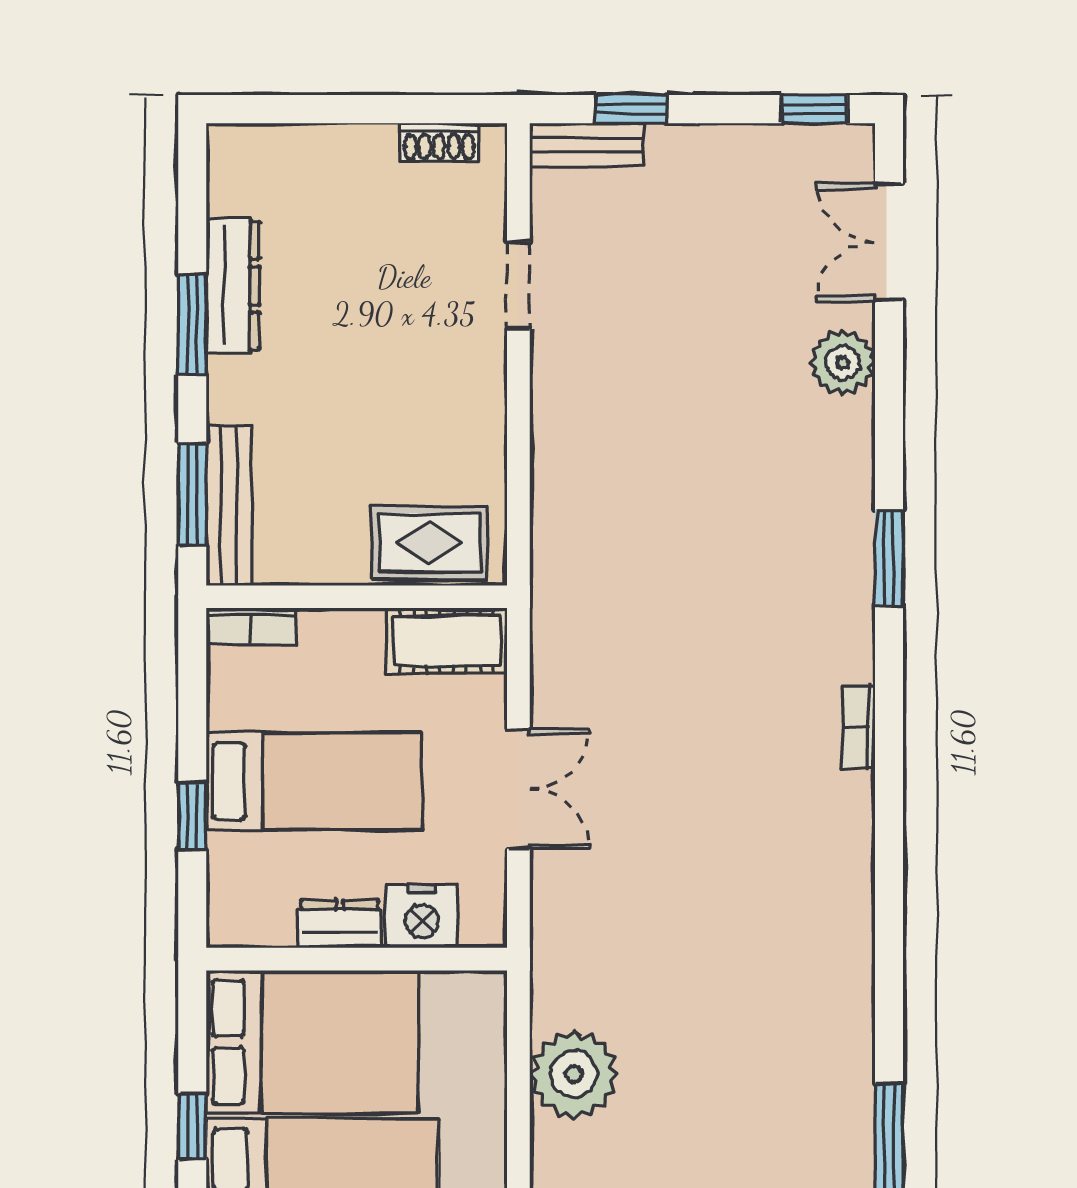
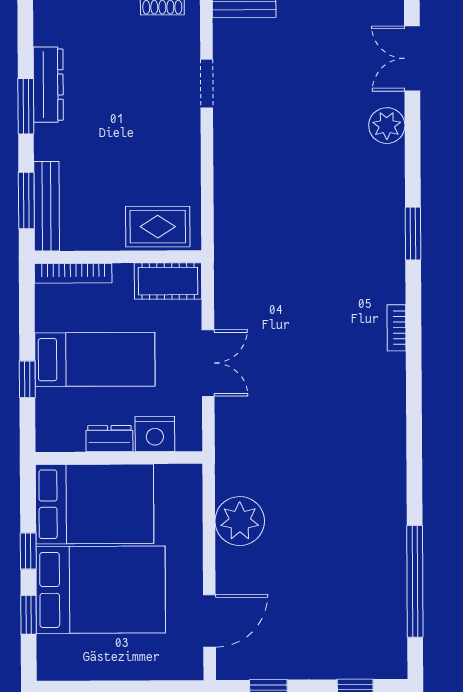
bookcase: (251, 626) -> (73, 273), width x1.56

